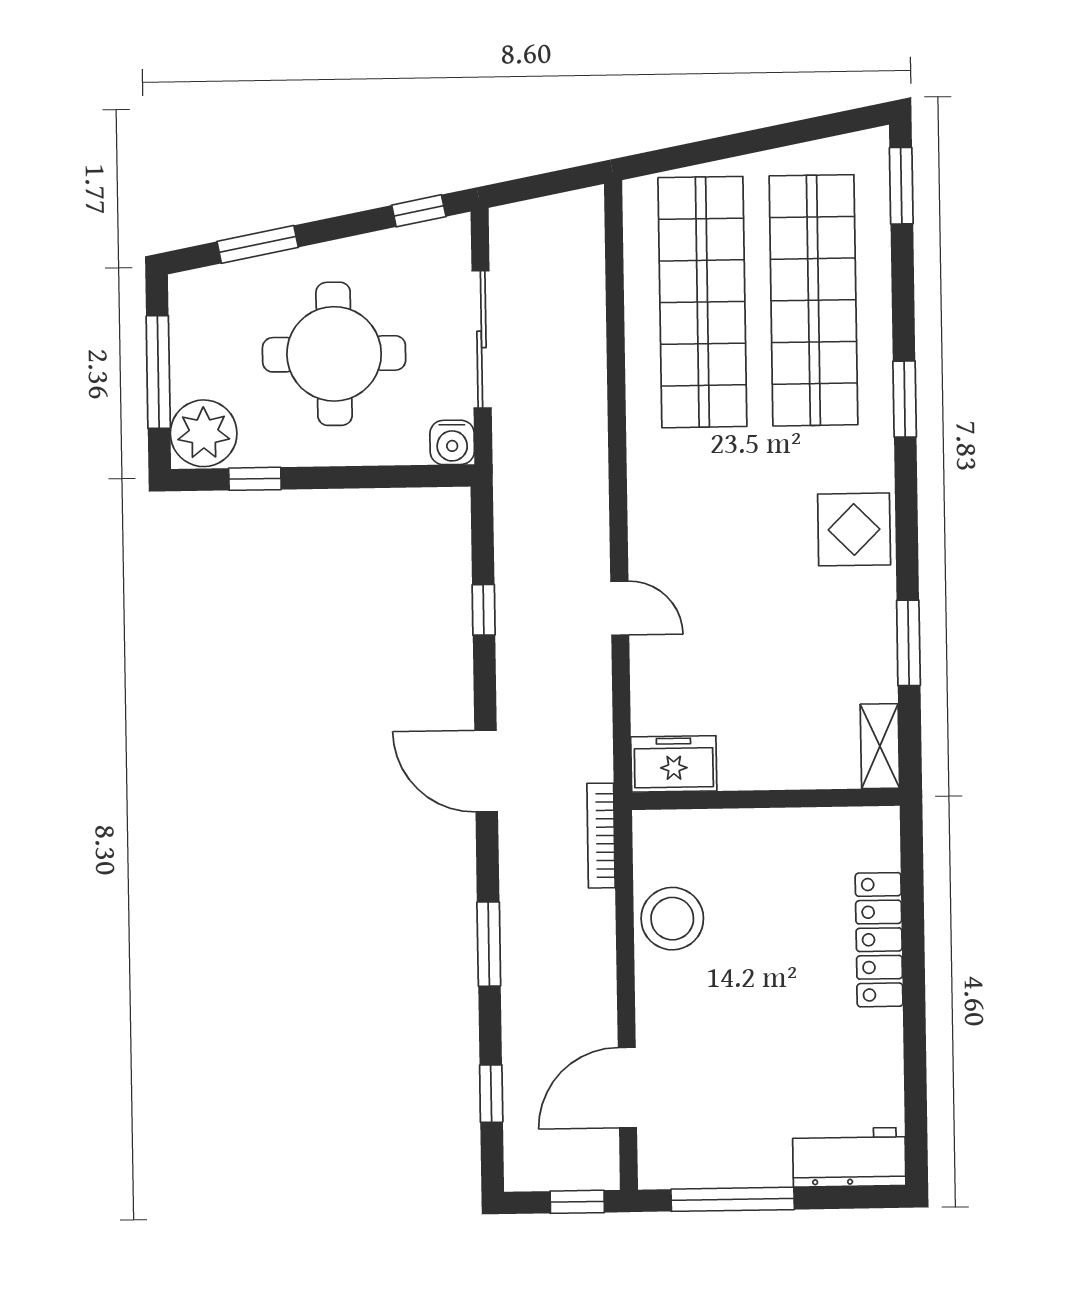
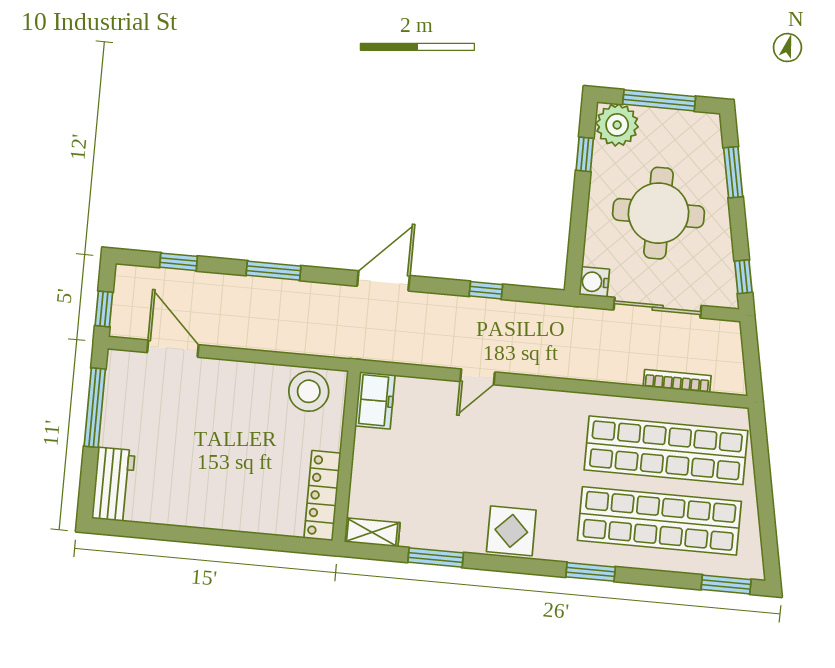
bookcase: (601, 836) -> (677, 381), moved
stool: (672, 919) -> (309, 391), moved
locker: (879, 940) -> (322, 496), moved, turned -90

